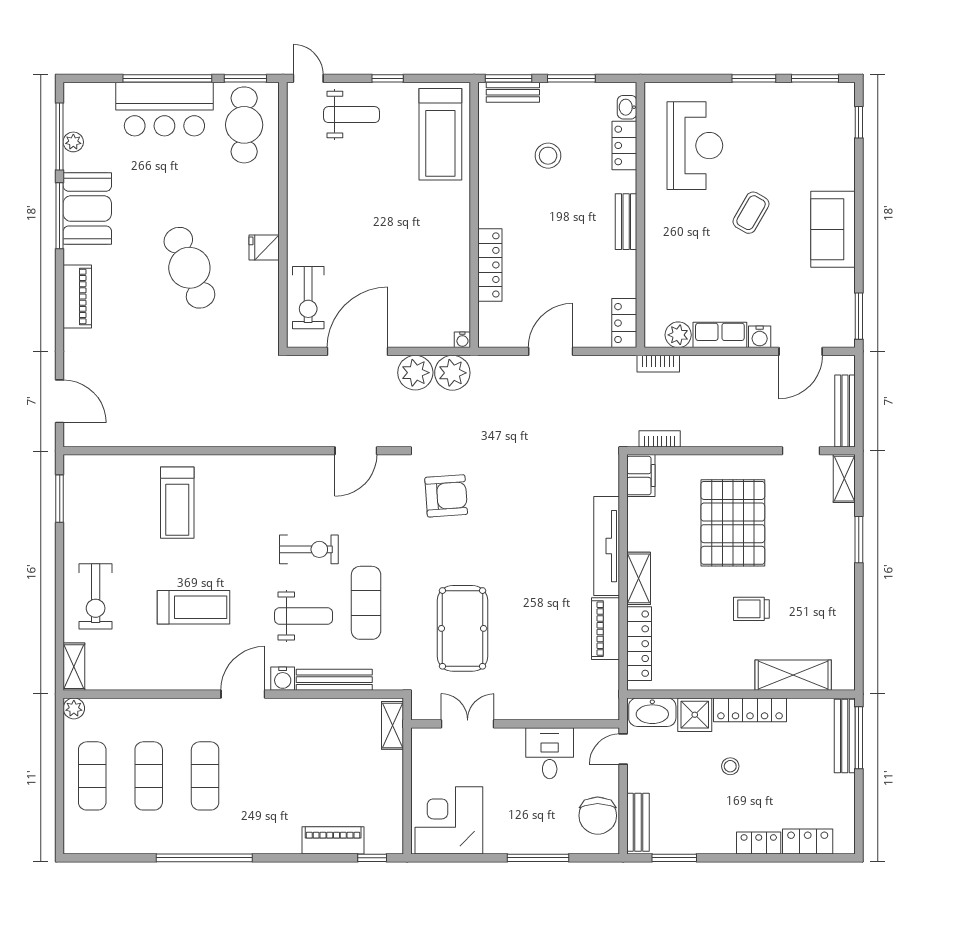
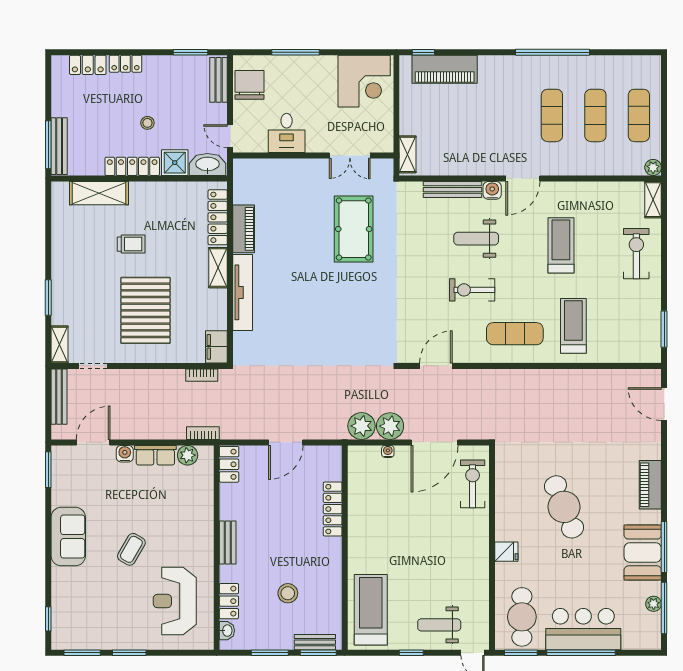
fridge: (264, 248) -> (506, 552), moved
water cooler: (462, 340) -> (388, 451), moved
armchair: (446, 496) -> (366, 331), removed
exercise mat: (366, 603) -> (515, 334), moved, turned 90
treadmill: (193, 607) -> (561, 245), turned 90
door: (623, 749) -> (230, 136), swing flipped
piano: (333, 840) -> (445, 69), width x1.37, depth x1.33

